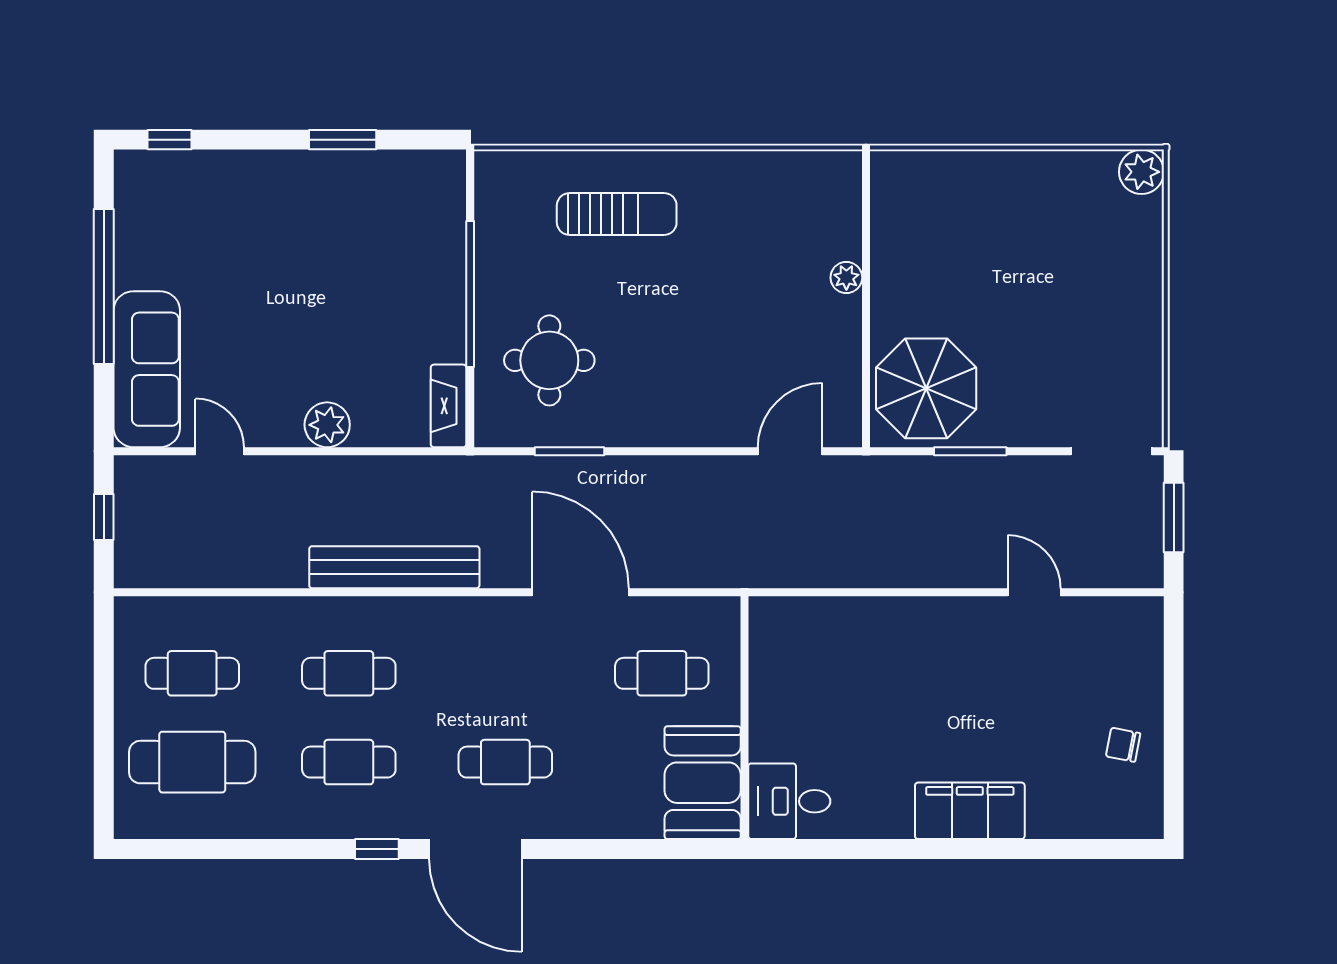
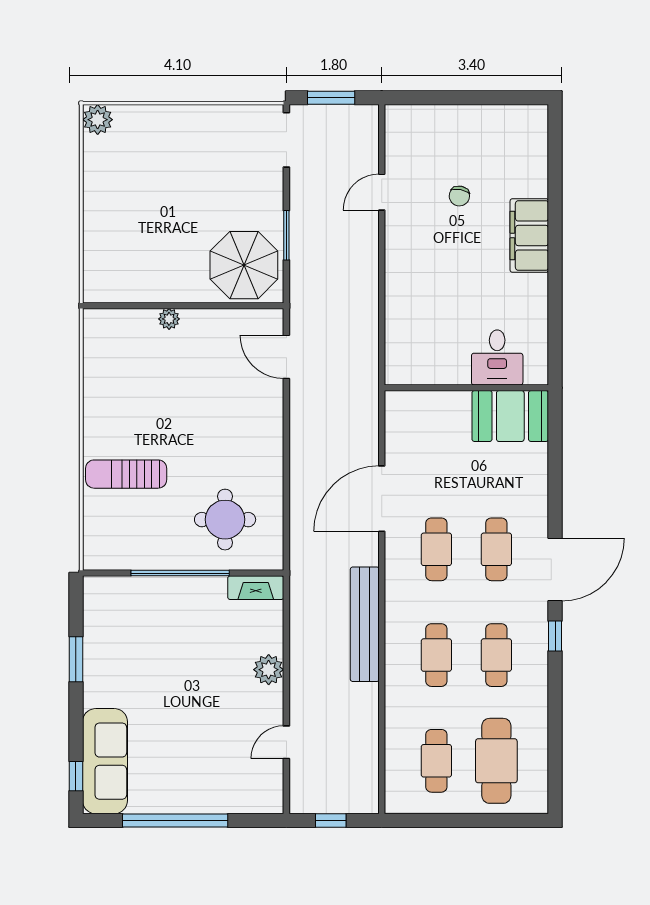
sun lounger: (617, 214) -> (126, 474), turned -90
sofa: (147, 369) -> (105, 761), moved, turned 90
window: (569, 451) -> (286, 506), removed
cafe table: (662, 673) -> (436, 549), moved
chair: (1123, 745) -> (459, 196), moved
desk: (789, 801) -> (497, 357), moved

